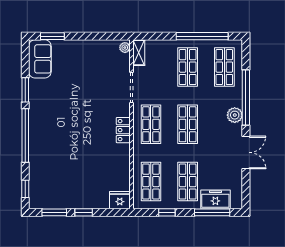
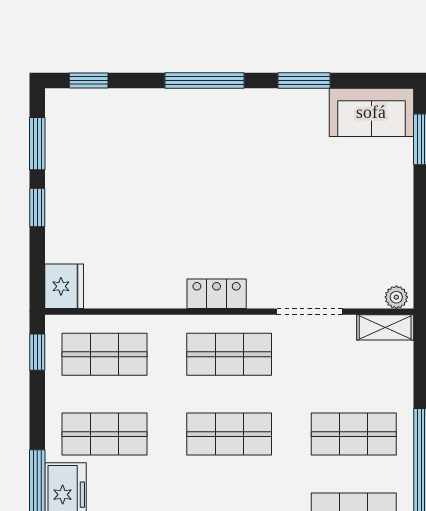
window: (25, 136) -> (205, 80), width x0.68
window: (167, 212) -> (37, 352), moved

